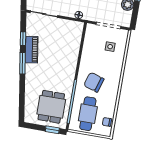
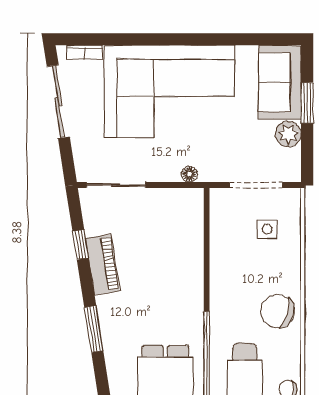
window: (23, 63) -> (94, 329), moved
chair: (94, 82) -> (277, 311), moved

